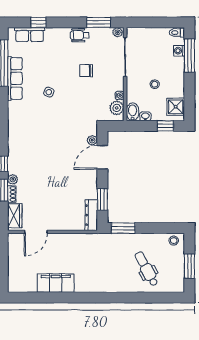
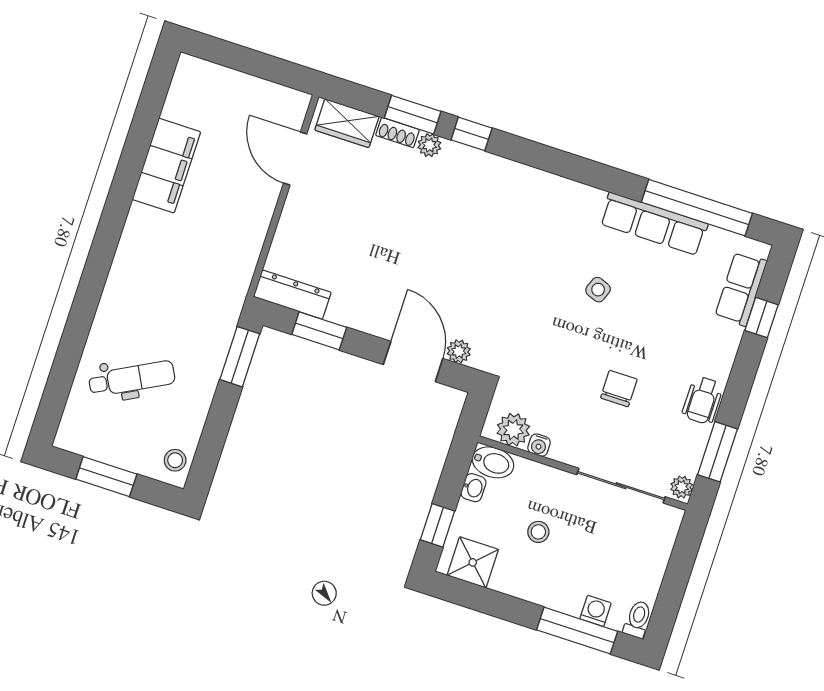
wheelchair: (80, 35) -> (703, 400), turned 180

